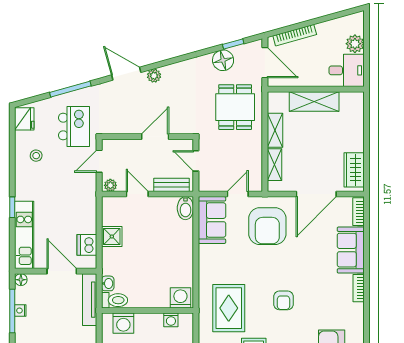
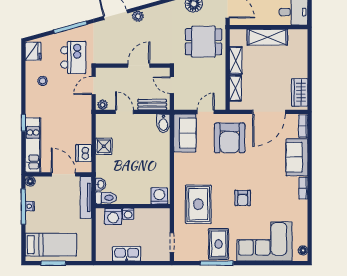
dining table: (235, 107) -> (204, 42), turned 90
washing machine: (171, 320) -> (128, 214), moved

